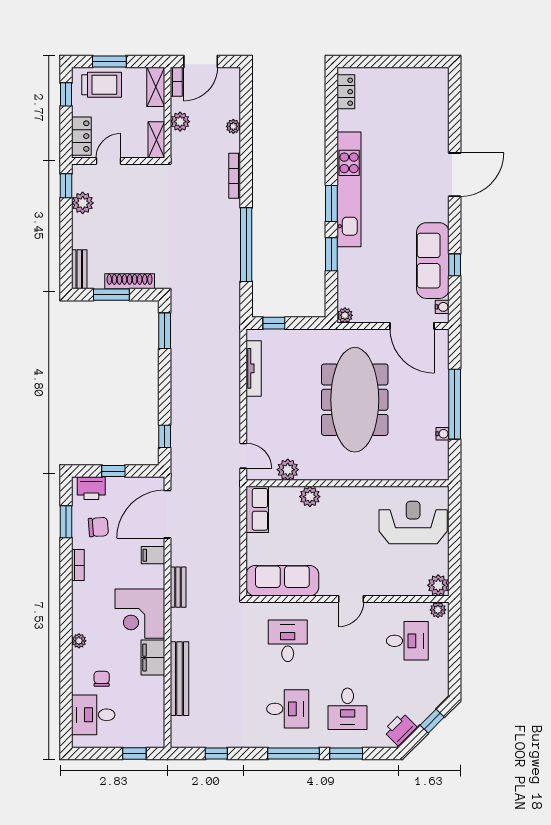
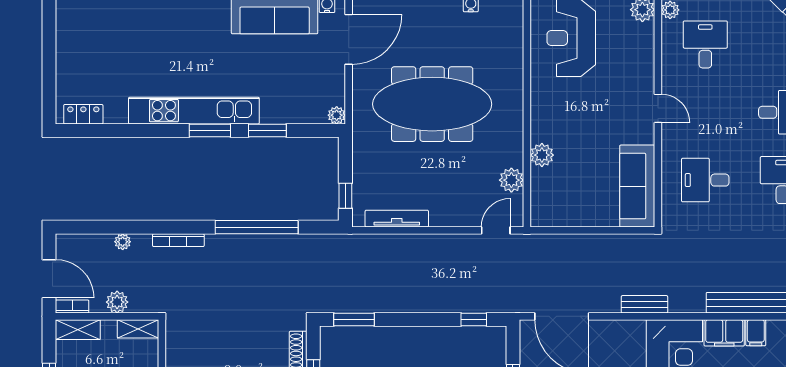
row of seats: (257, 509) -> (556, 215), removed
filing cabinet: (153, 555) -> (756, 333), moved

